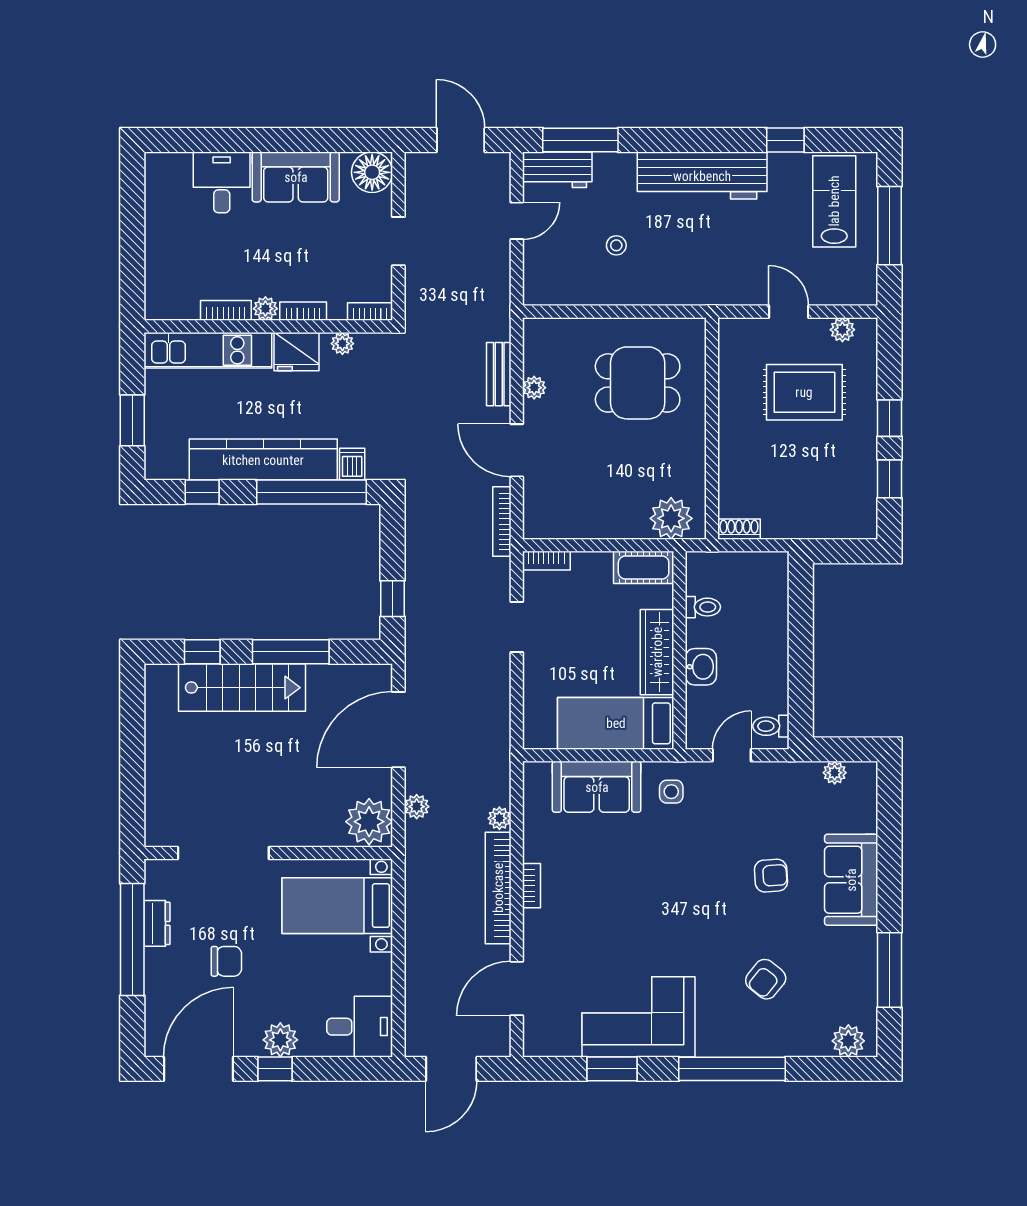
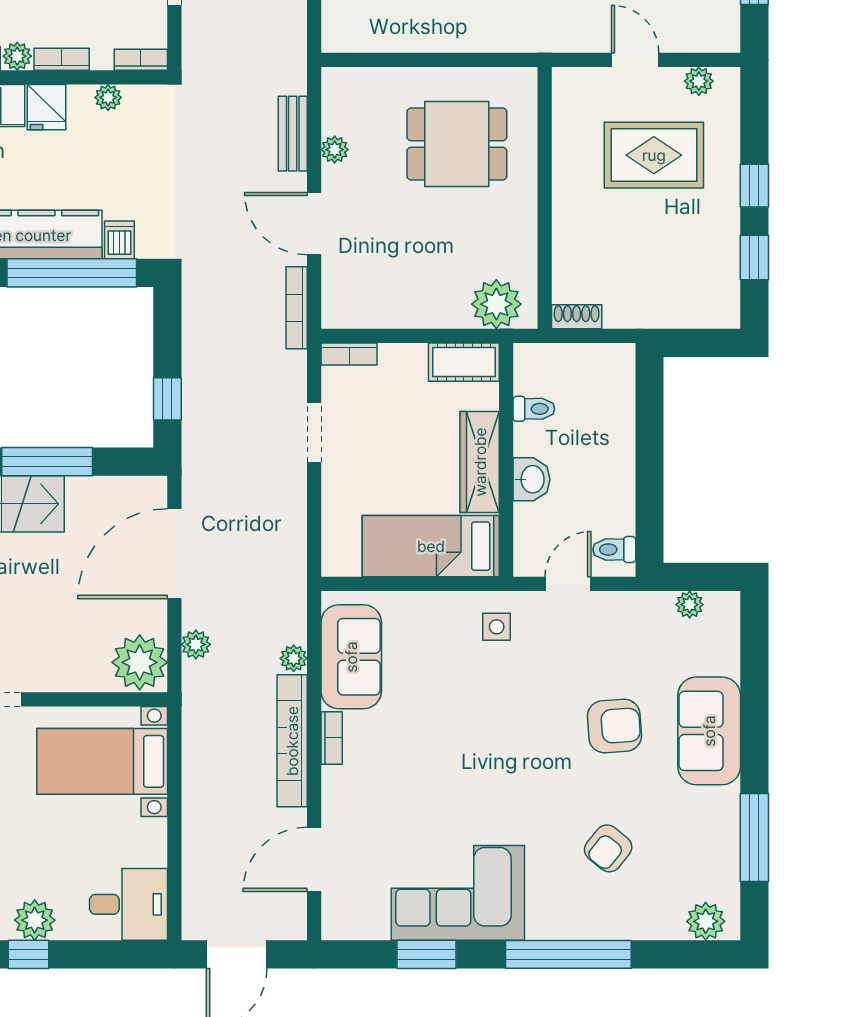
fridge: (297, 352) -> (47, 107), width x0.72
sofa: (597, 787) -> (351, 657), moved, turned -90
armchair: (771, 876) -> (614, 726), width x1.38, depth x1.38

